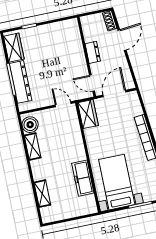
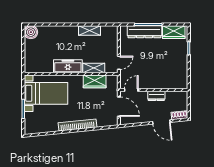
wardrobe: (88, 114) -> (95, 81), moved
boiler: (30, 125) -> (31, 32), moved
freezer: (83, 178) -> (68, 66), moved
shelving: (42, 194) -> (94, 68), moved

